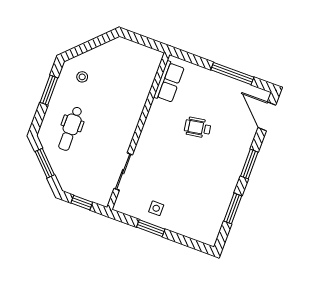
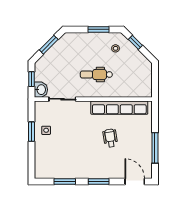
window: (84, 48) -> (135, 42), added
row of seats: (169, 82) -> (119, 108), width x2.02
door: (267, 116) -> (135, 182), hinge flipped
dental chair: (71, 129) -> (96, 75), moved
washbasin: (100, 195) -> (41, 90), added

